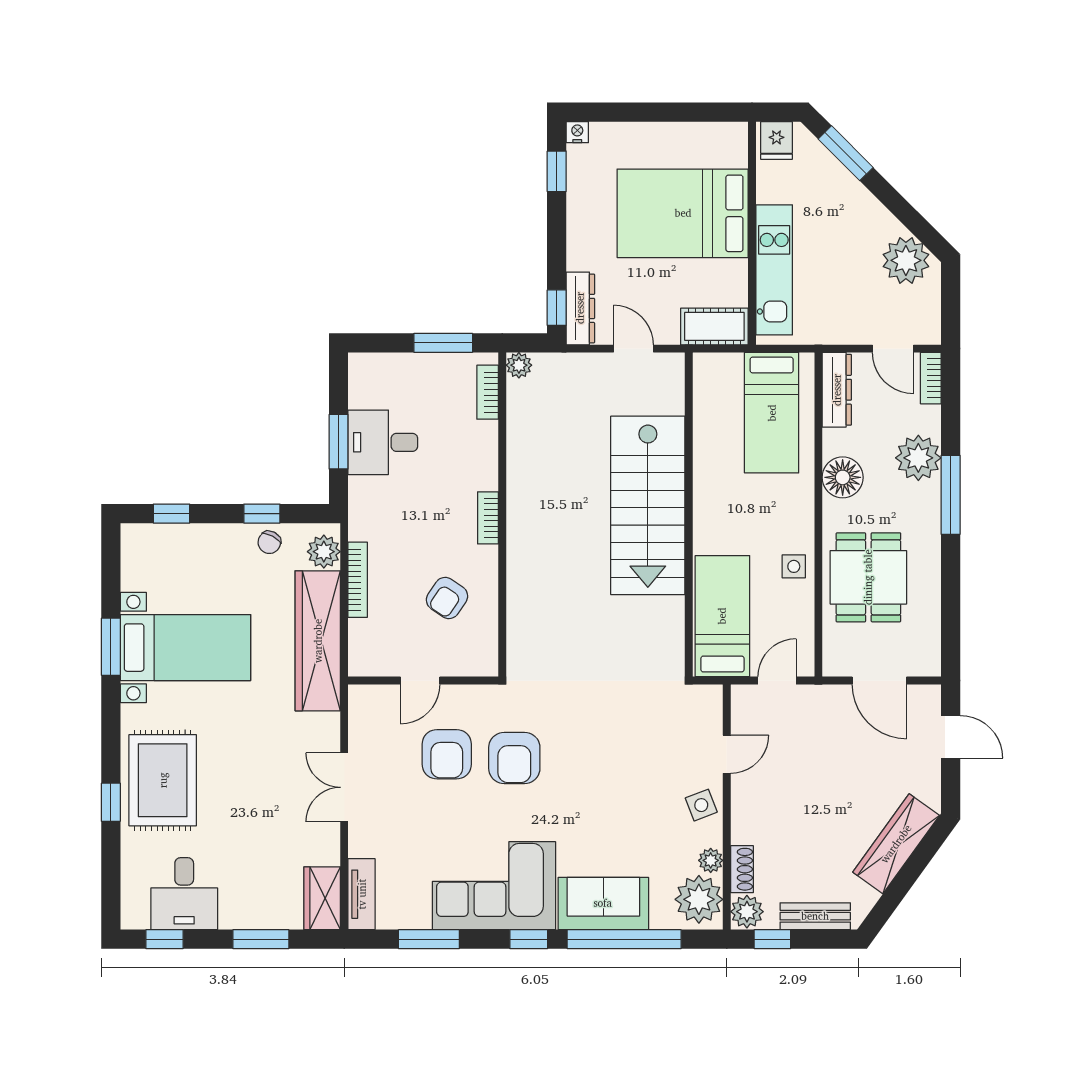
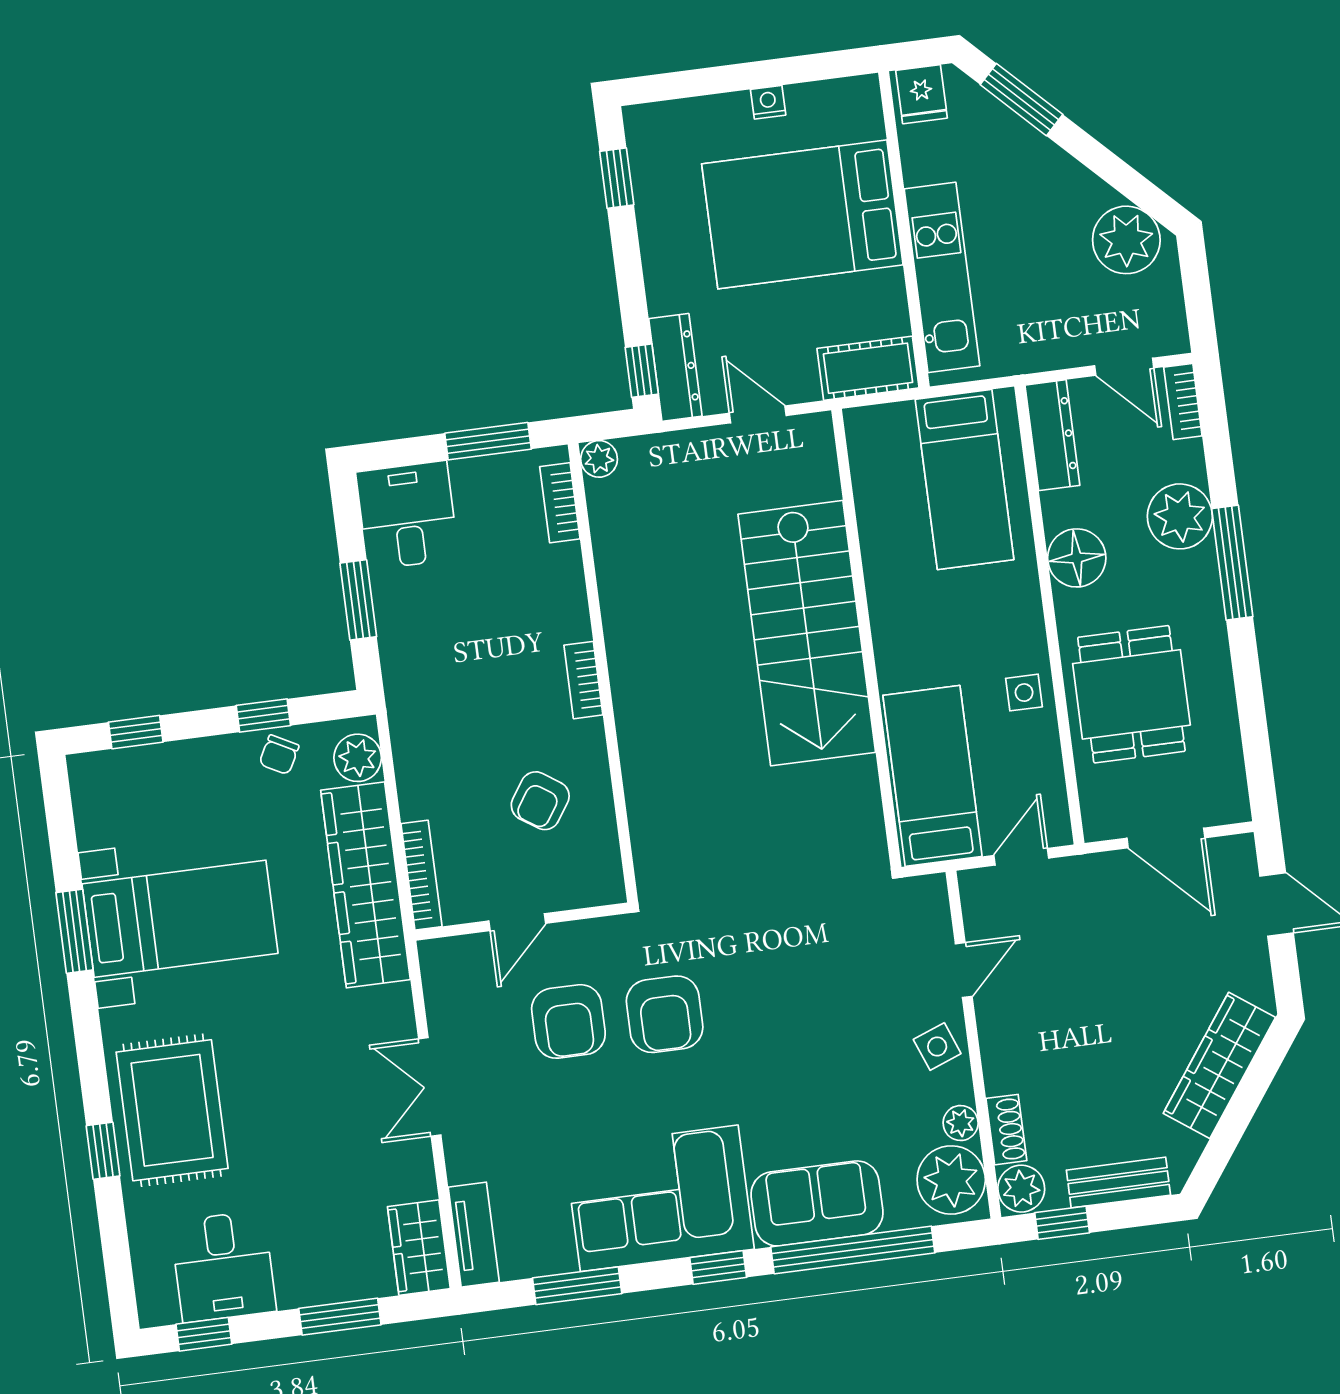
nightstand: (577, 132) -> (768, 102), moved
desk: (383, 442) -> (407, 515), moved, turned 90
bookcase: (358, 580) -> (422, 875), moved

